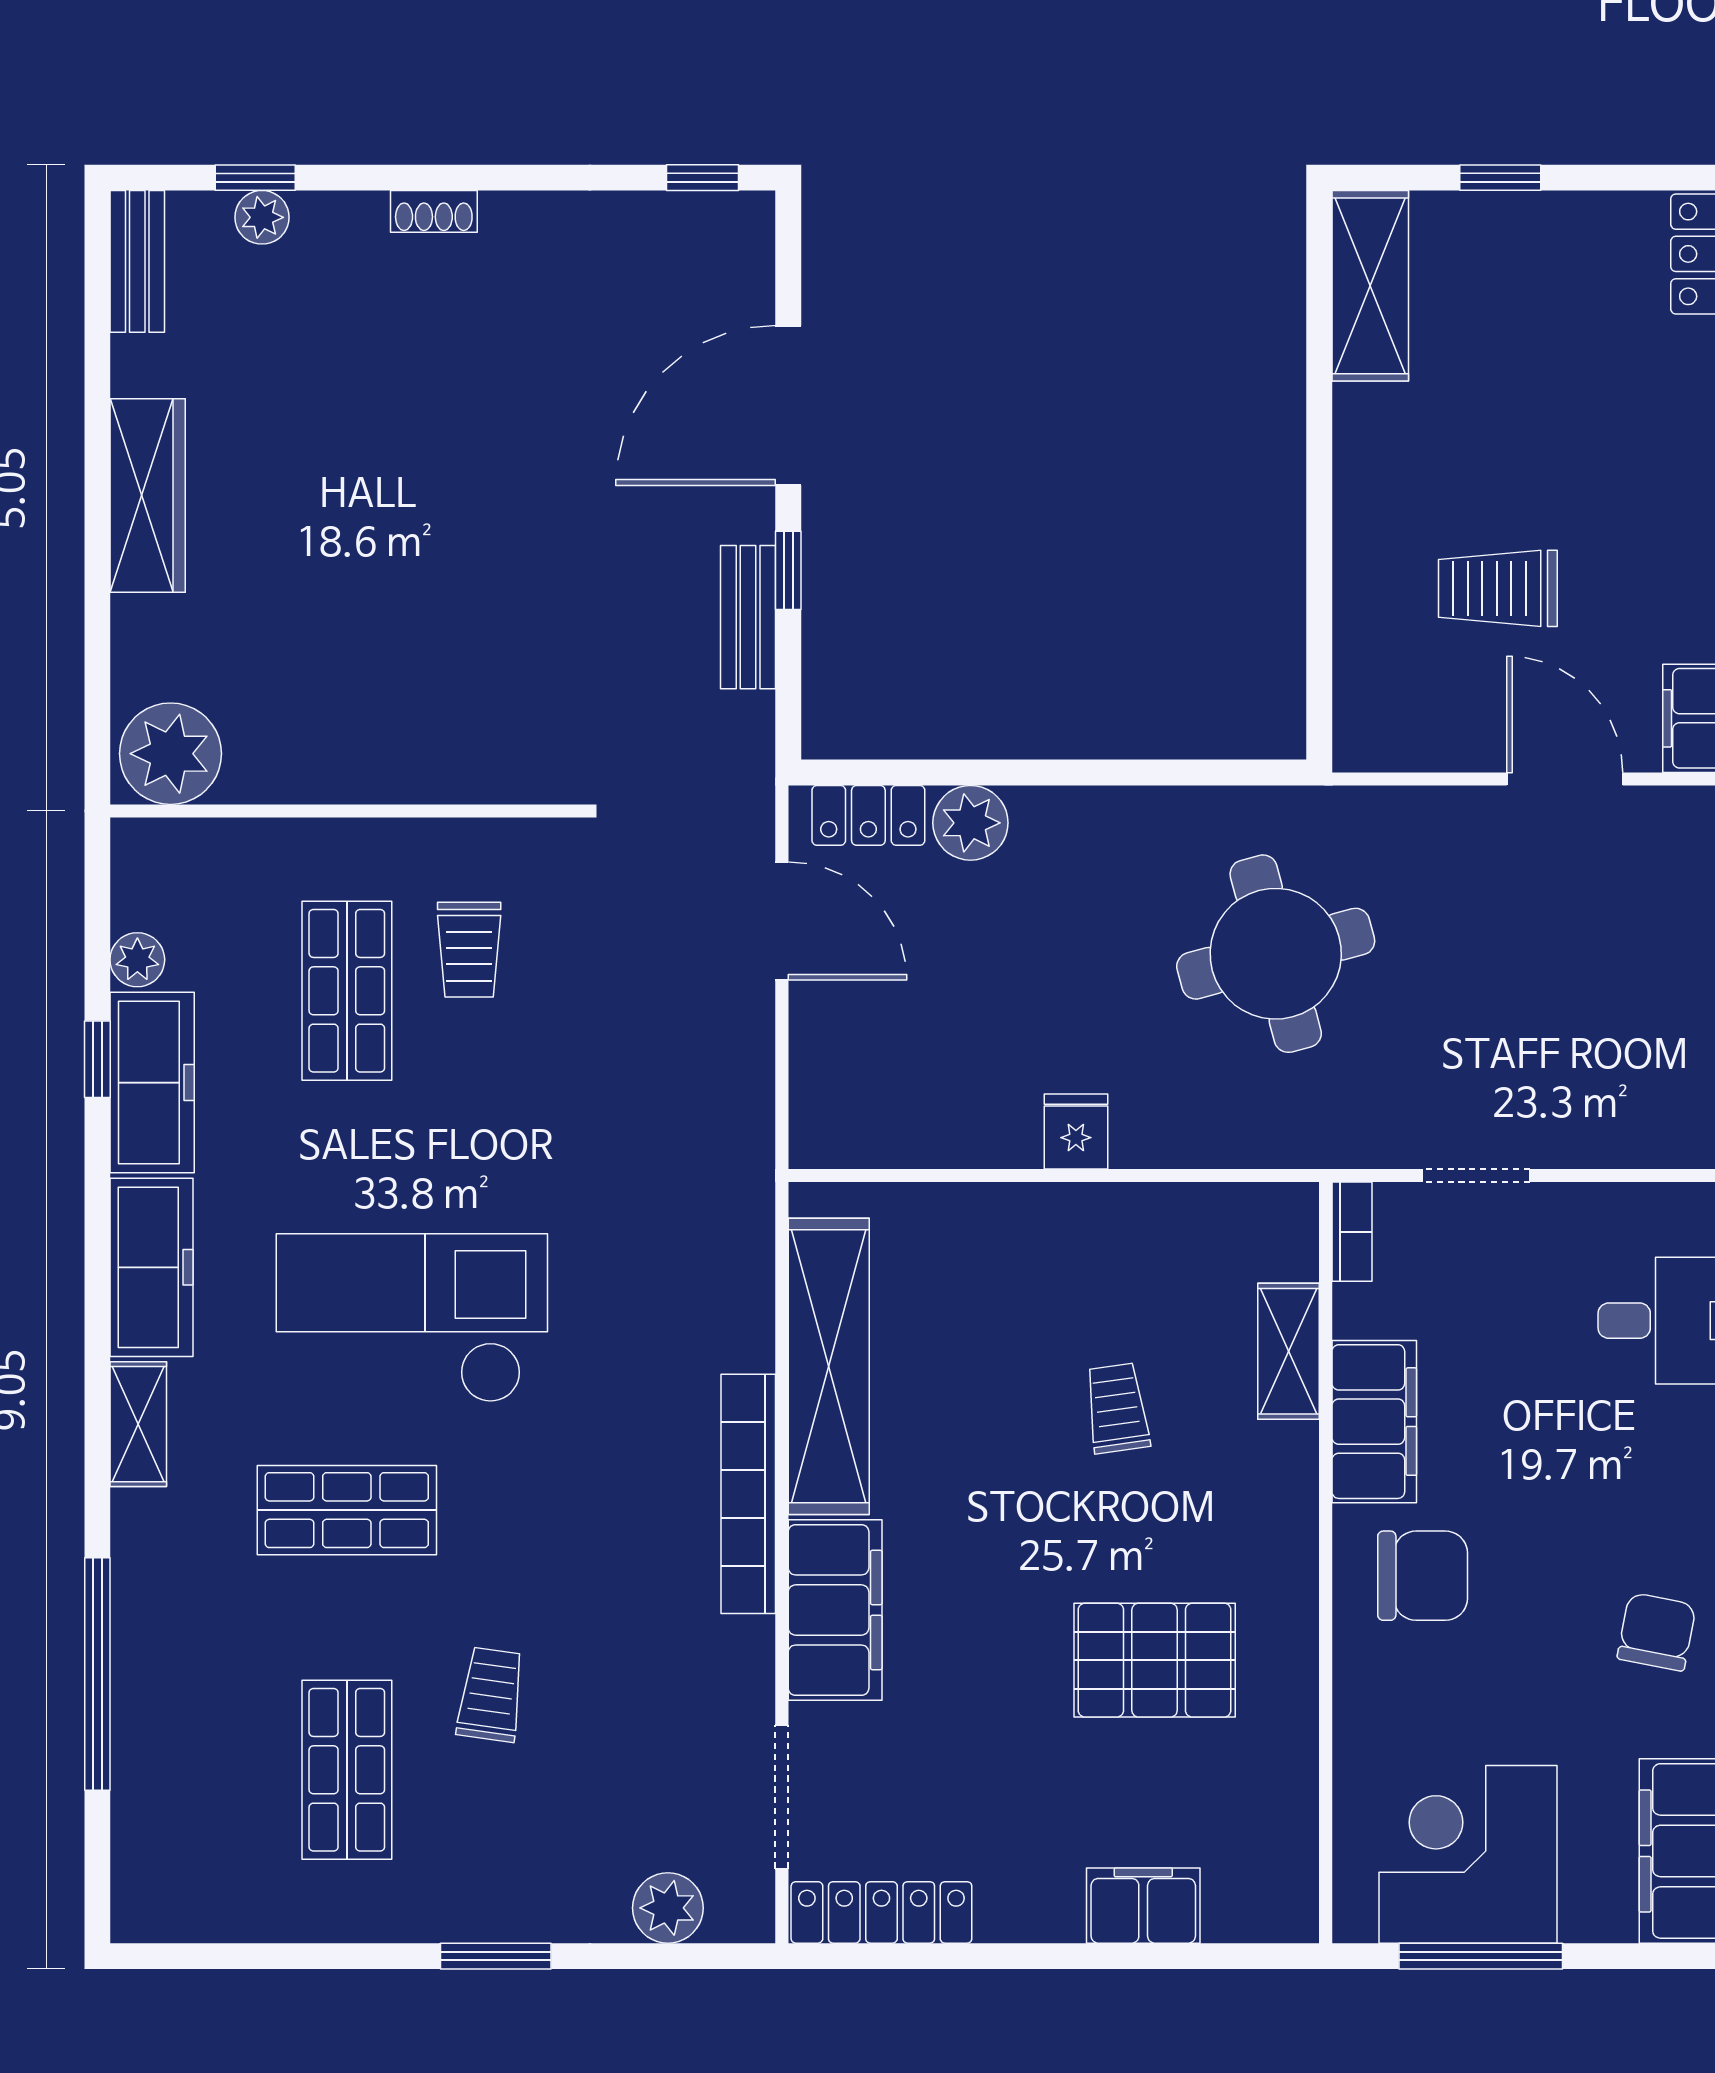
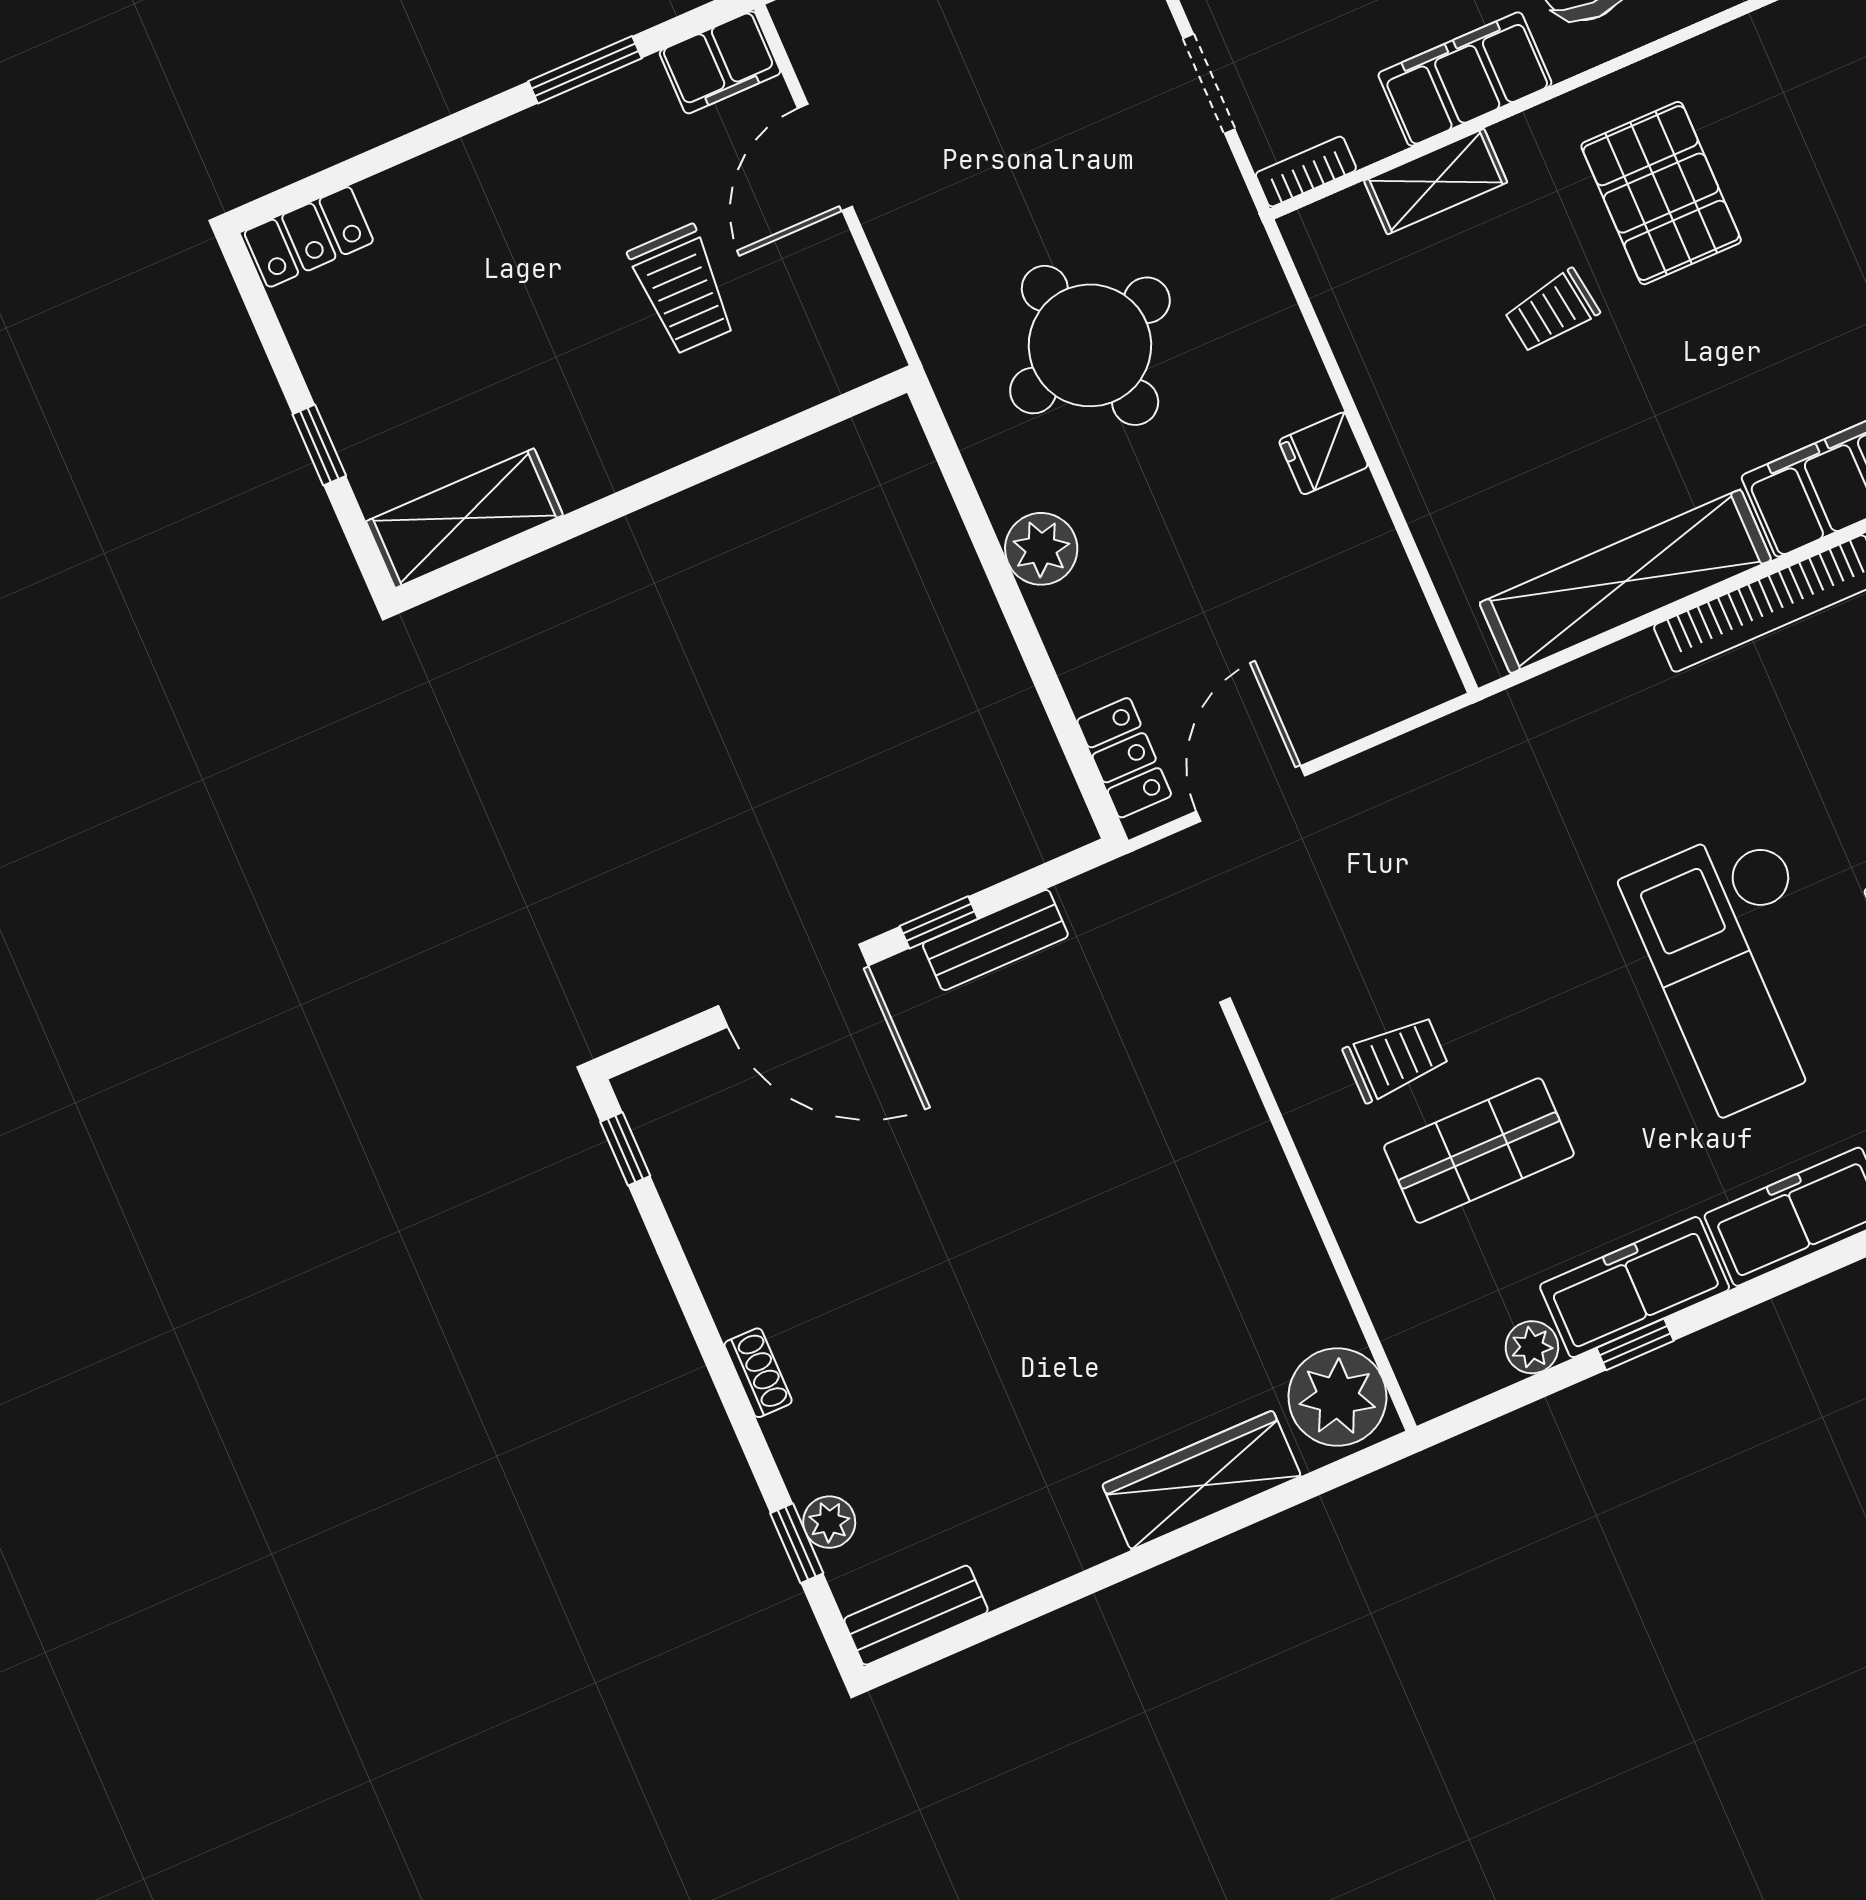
wardrobe: (148, 496) -> (1202, 1480), moved
plant: (970, 823) -> (1041, 549), moved
pallet: (1155, 1660) -> (1661, 193), moved

